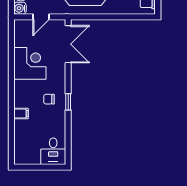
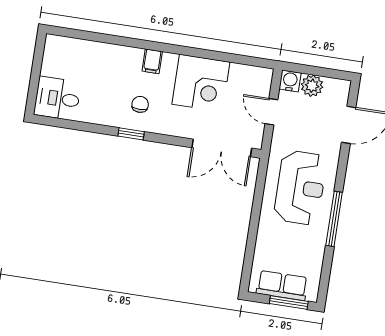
filing cabinet: (21, 114) -> (152, 61), moved

